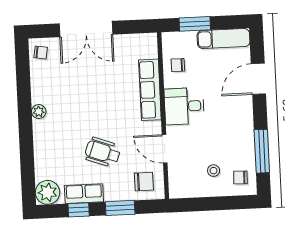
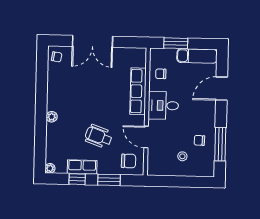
plant: (39, 112) -> (52, 117), moved
chair: (240, 177) -> (199, 140), moved
plant: (48, 192) -> (50, 168), width x0.53, depth x0.53

